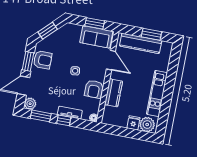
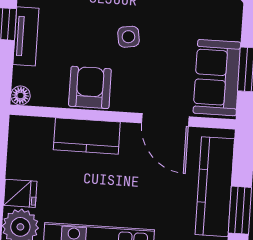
door: (111, 60) -> (165, 120), hinge flipped
armchair: (94, 89) -> (90, 87), turned 90

